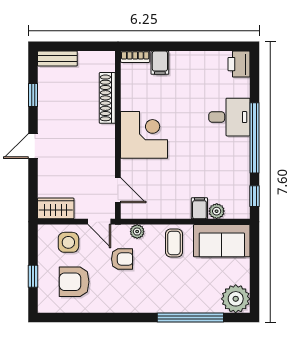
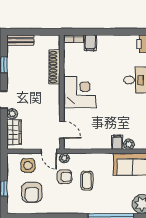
plant: (45, 166) -> (12, 114), added
wardrobe: (56, 208) -> (14, 132), moved, turned 90
plant: (137, 232) -> (64, 158), moved
coffee table: (174, 243) -> (87, 181), moved
armchair: (74, 282) -> (32, 192), turned -90

